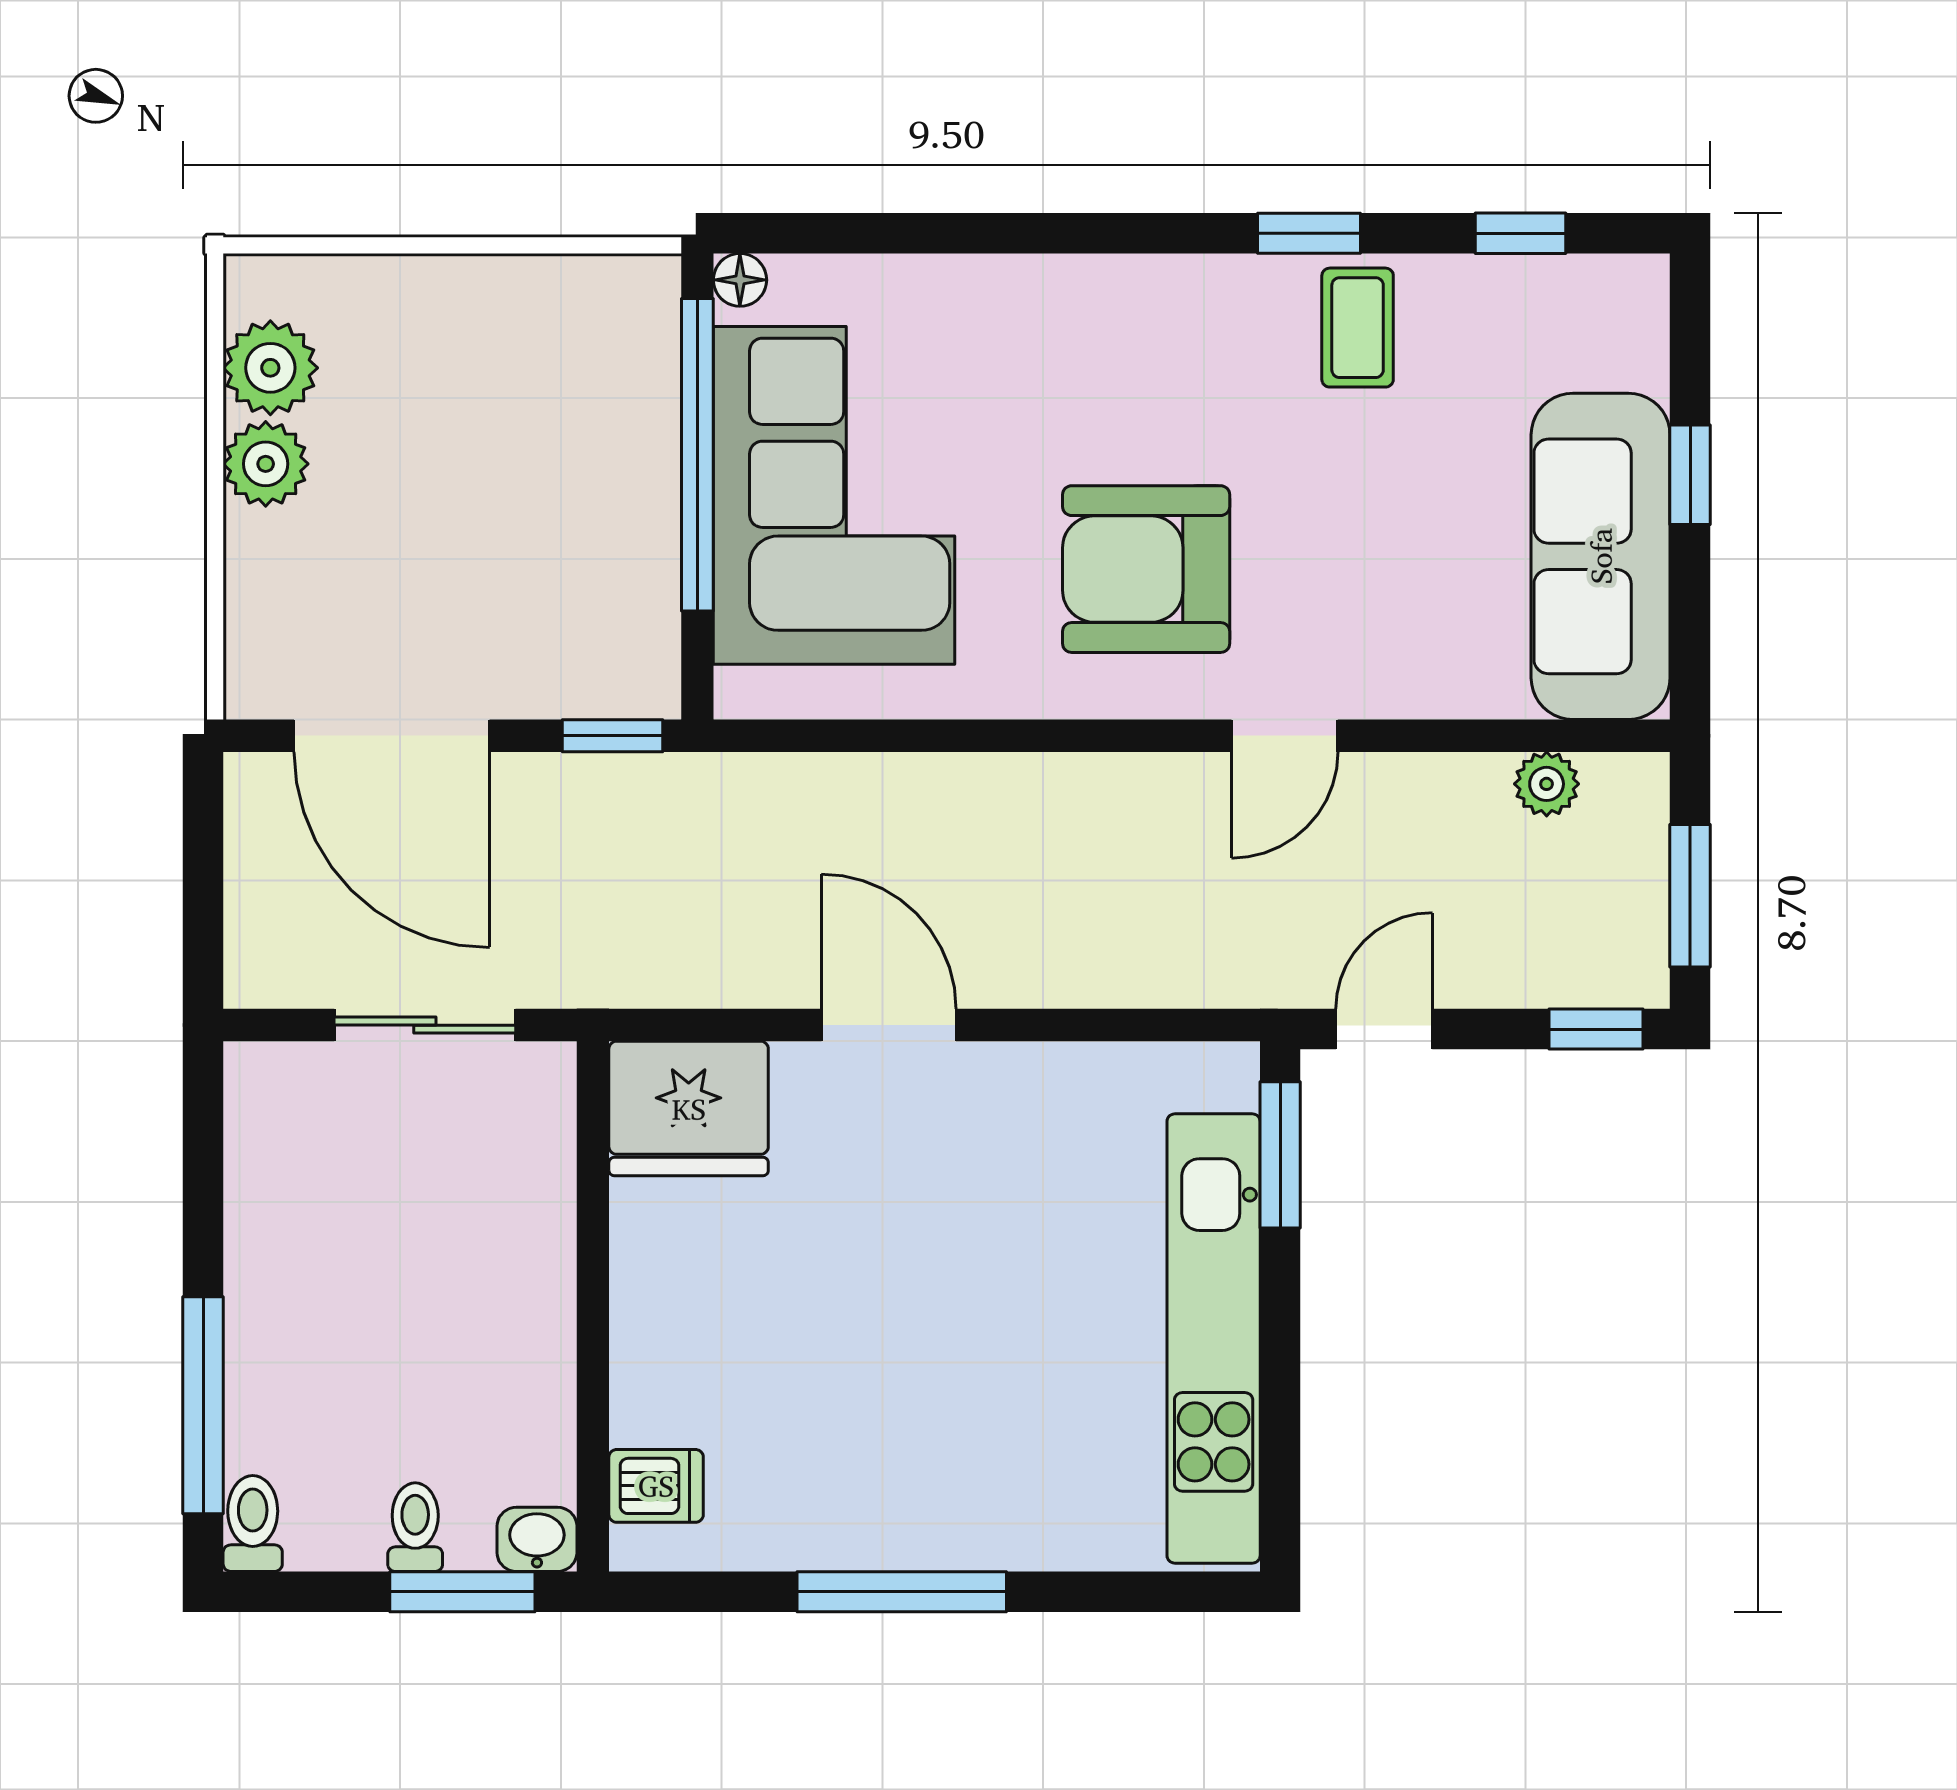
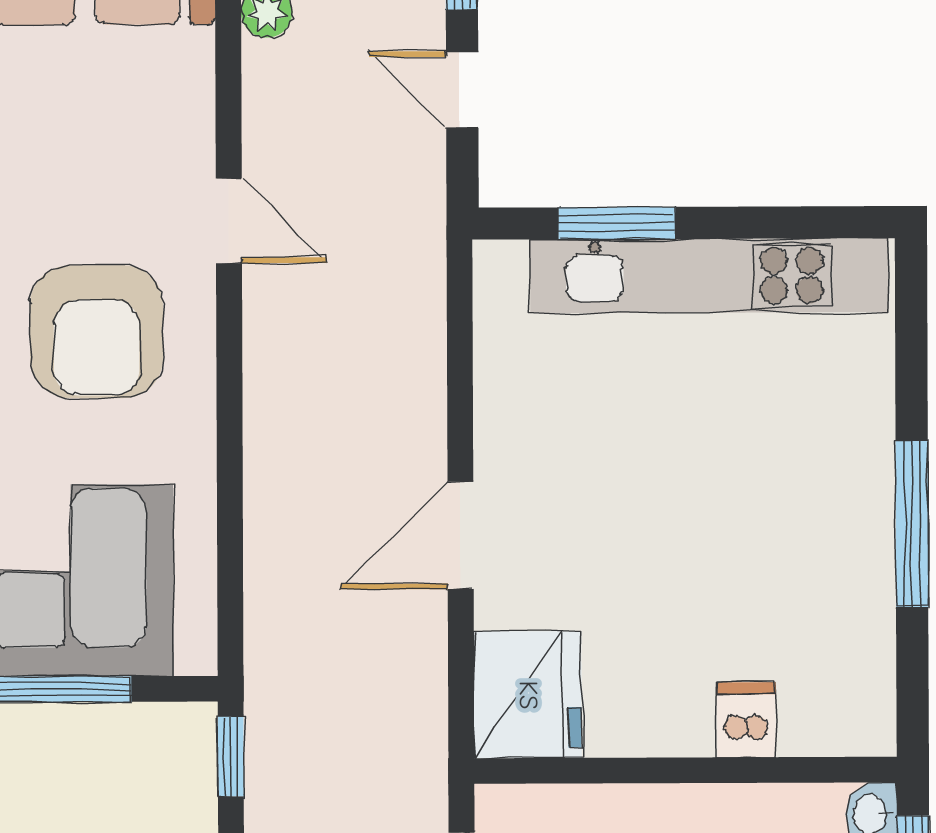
door: (1384, 1029) -> (462, 89), moved
window: (1280, 1155) -> (617, 223), moved
dishwasher: (656, 1486) -> (746, 720), moved

